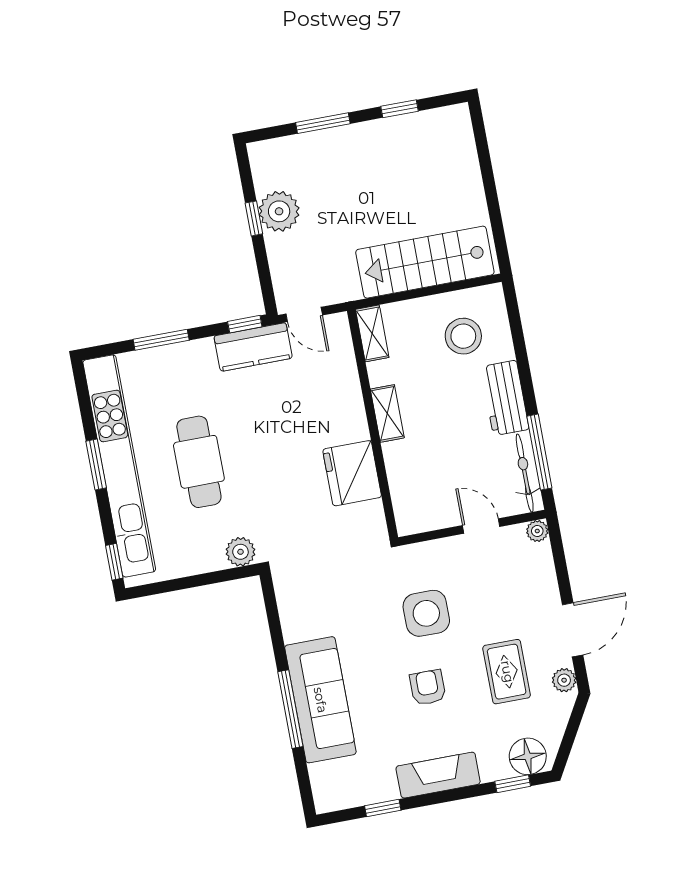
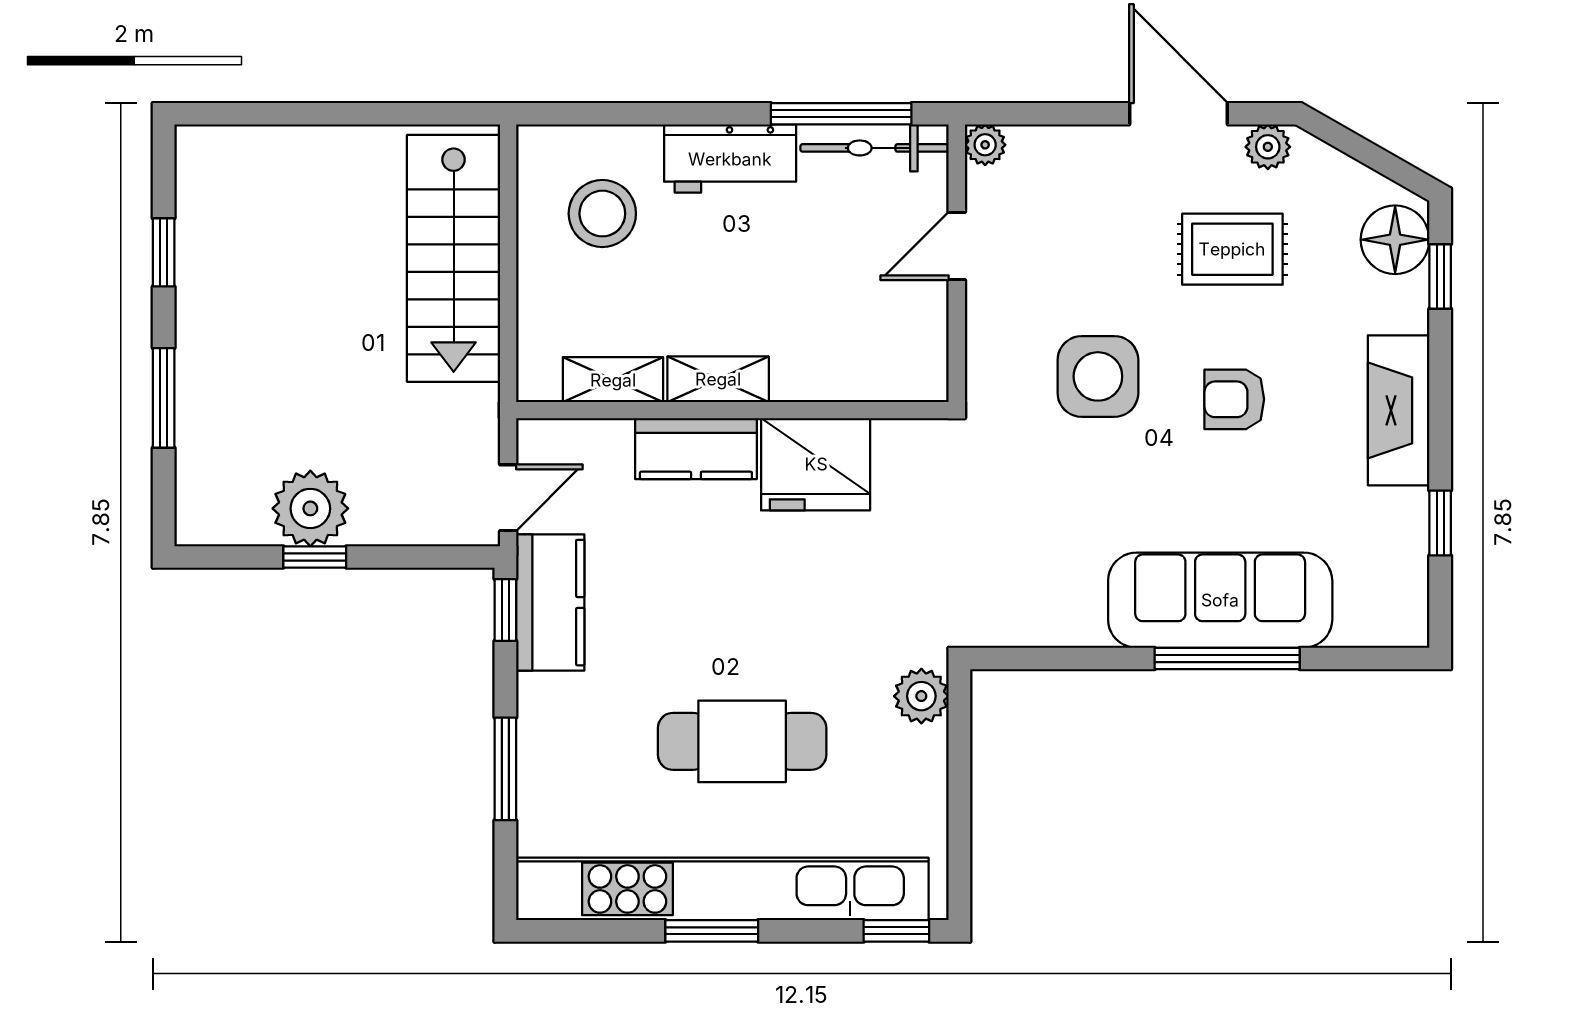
shelving: (372, 333) -> (613, 380), moved
kitchen counter: (349, 409) -> (696, 449), added

